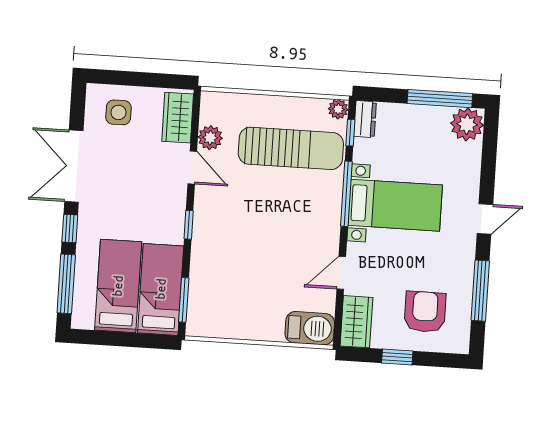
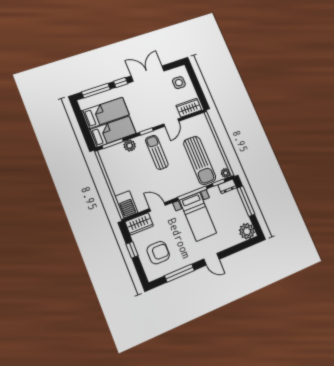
window: (440, 99) -> (246, 201), moved
plant: (210, 138) -> (130, 146), moved
sun lounger: (238, 224) -> (157, 152), added

